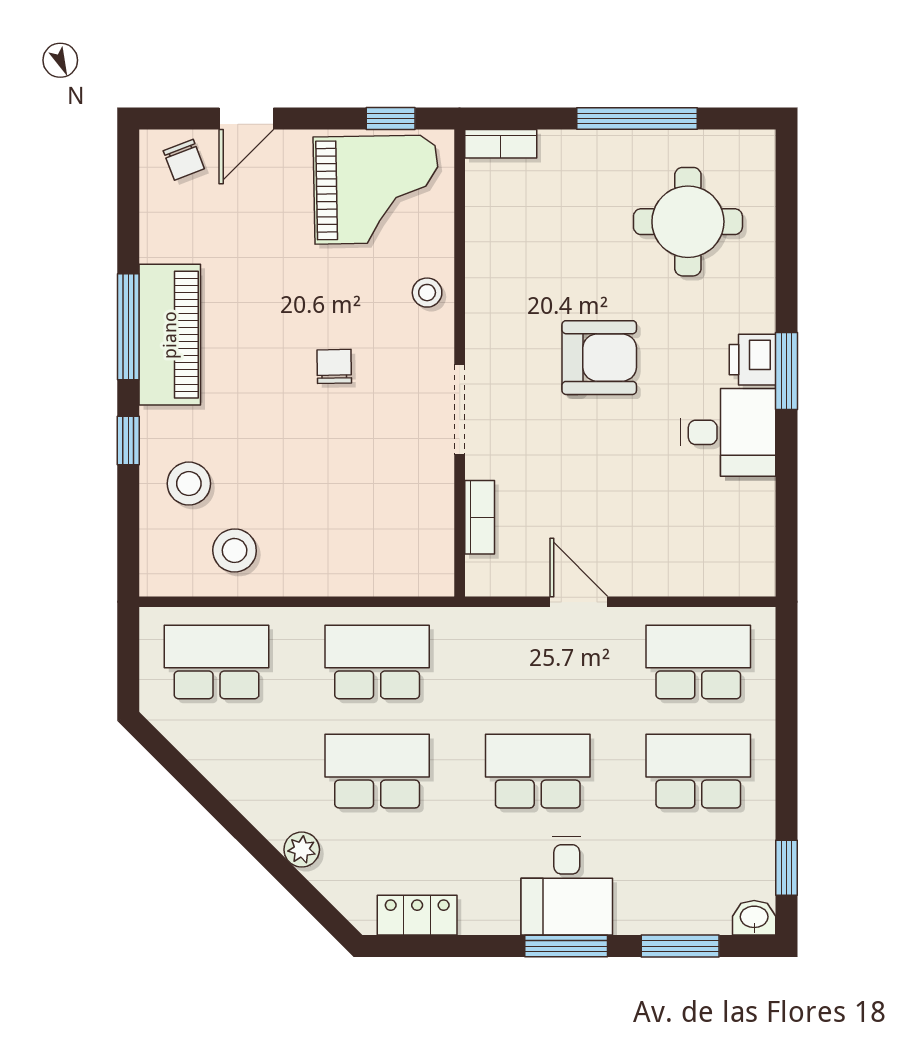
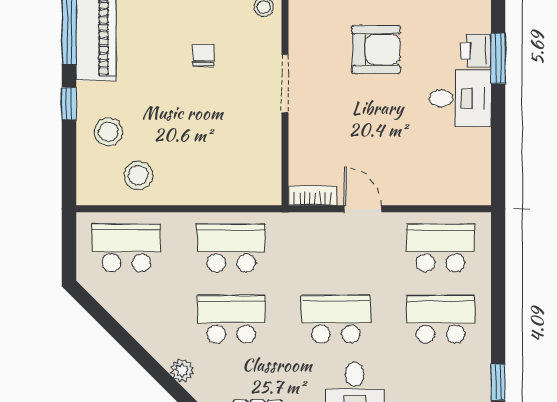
bookcase: (480, 517) -> (312, 196), moved, turned -90

